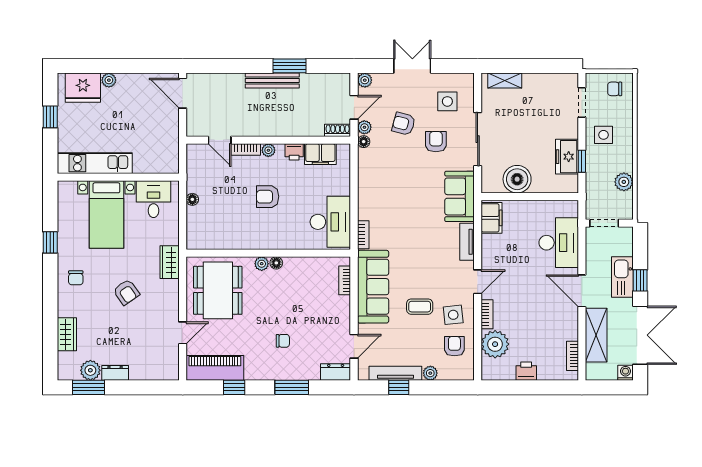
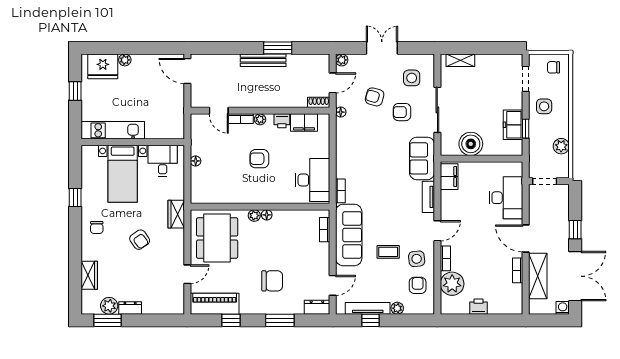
plant: (364, 127) -> (341, 100), removed
armchair: (436, 142) -> (402, 112), turned -90
kitchen sink: (622, 277) -> (560, 227), removed
chair: (283, 341) -> (272, 281), width x1.87, depth x1.87
bookcase: (572, 356) -> (518, 270), moved

